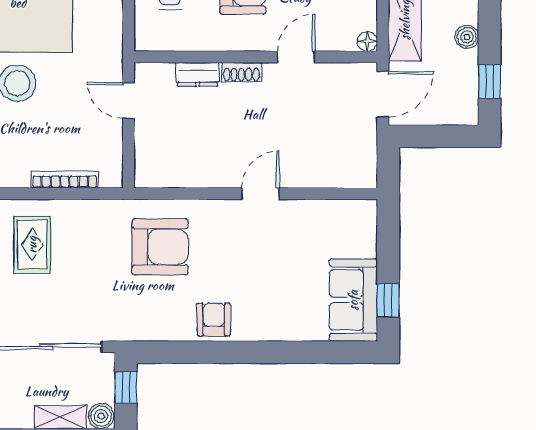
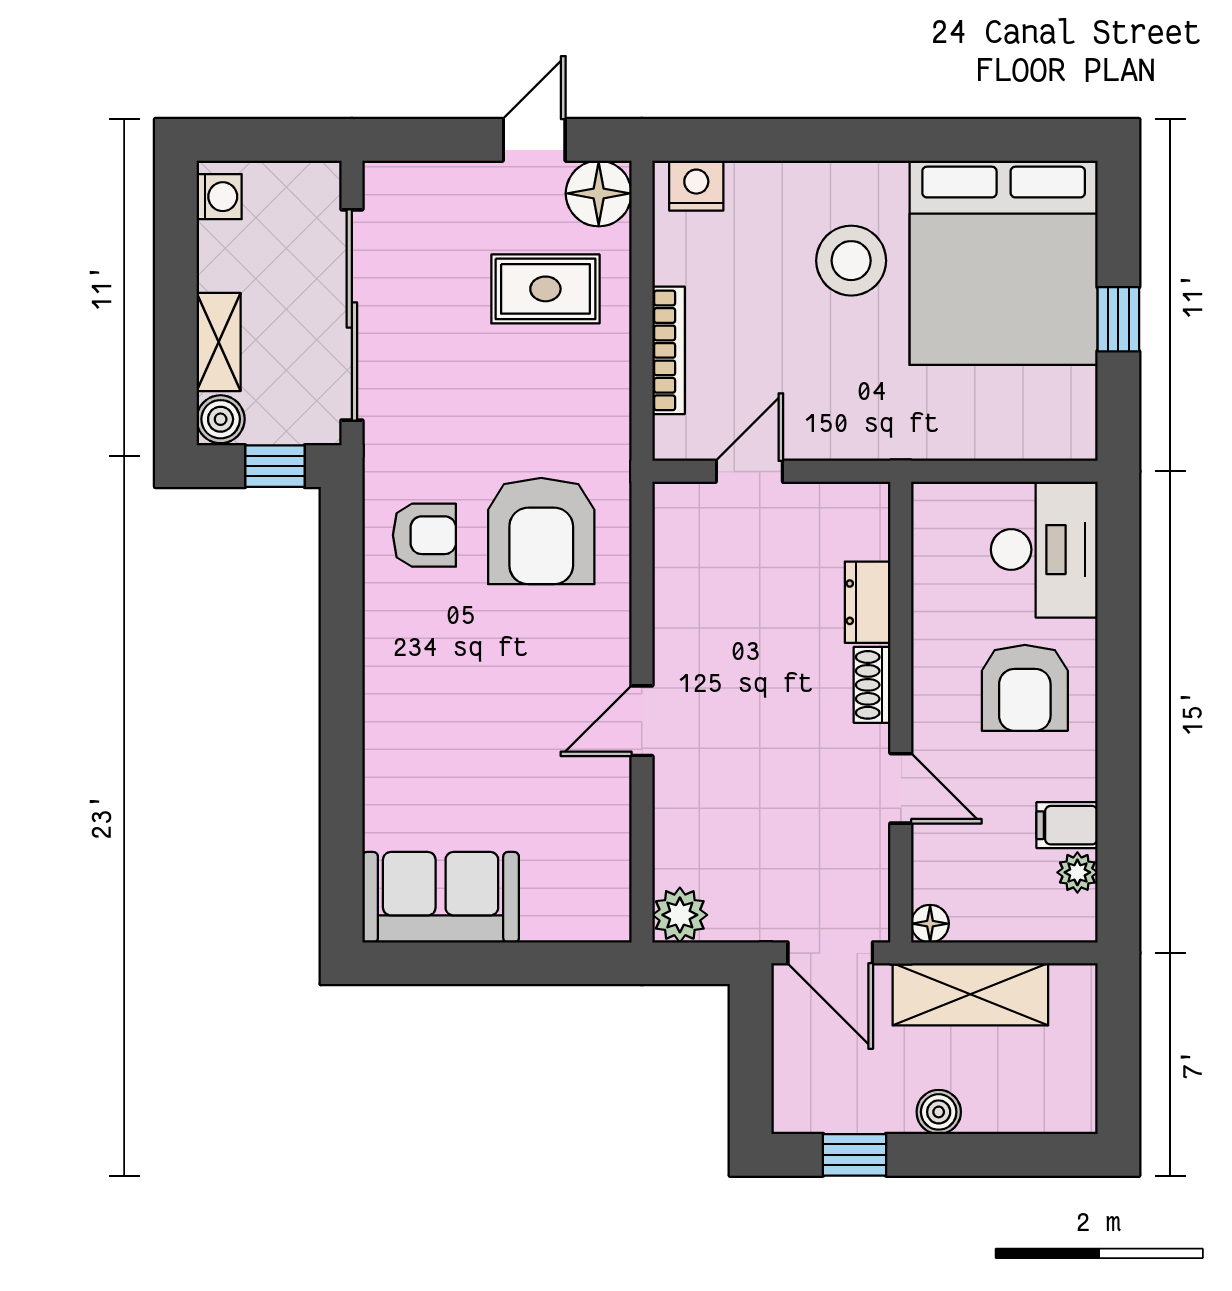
door: (129, 101) -> (749, 471), moved
plant: (363, 174) -> (680, 915), added
door: (260, 194) -> (642, 721), swing flipped
window: (388, 300) -> (440, 963), removed
armchair: (214, 319) -> (424, 535), moved

